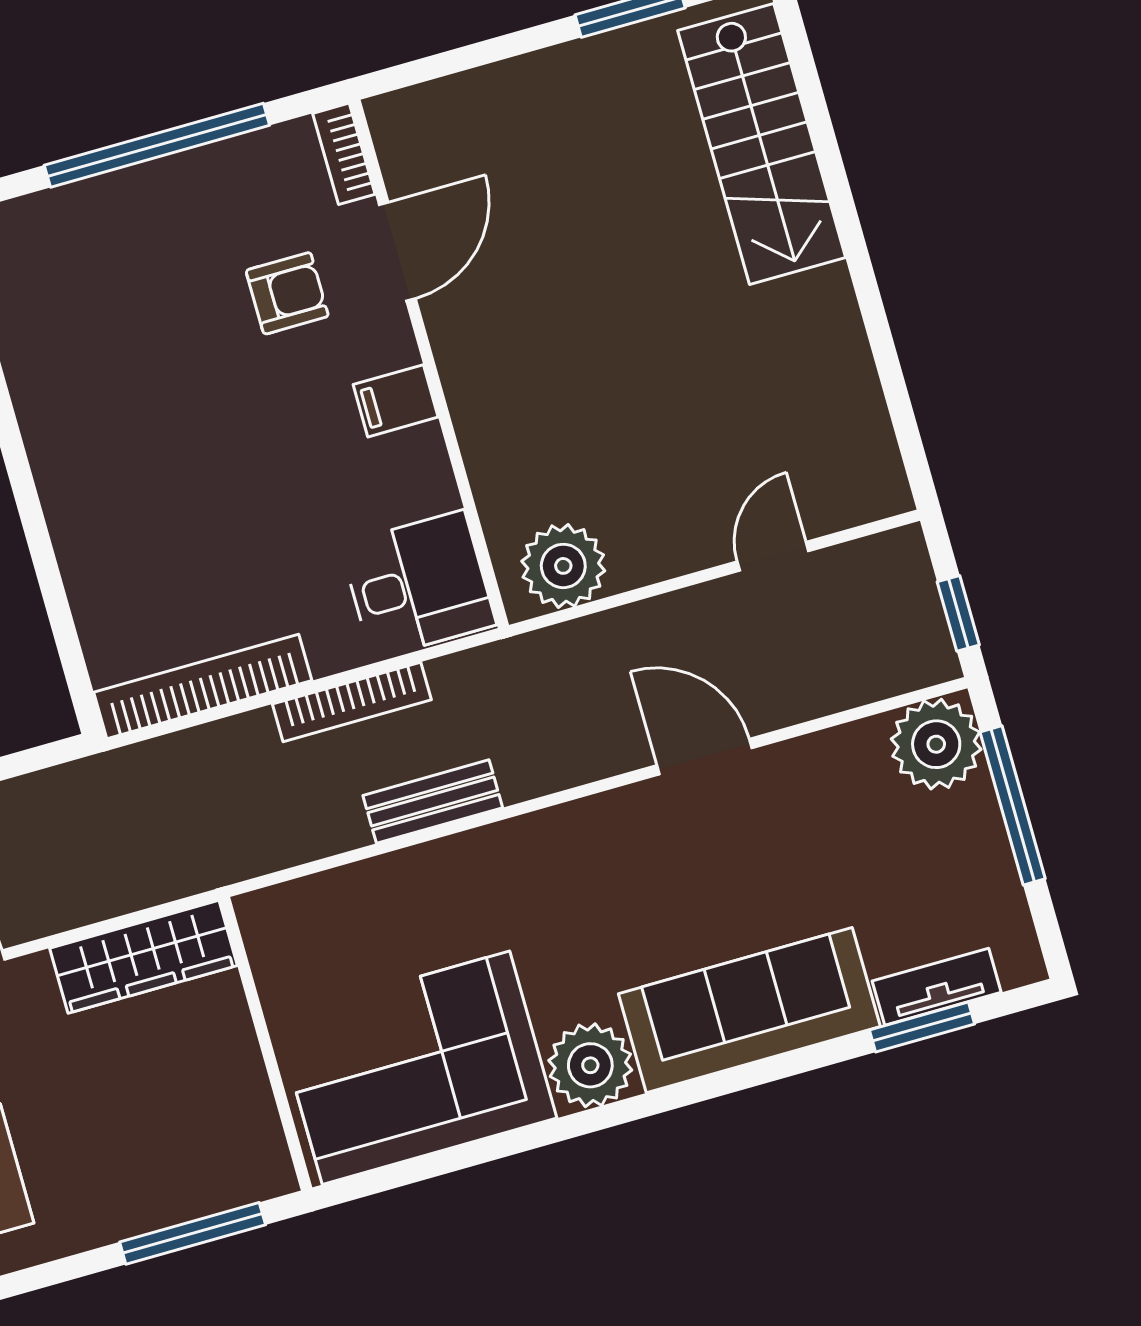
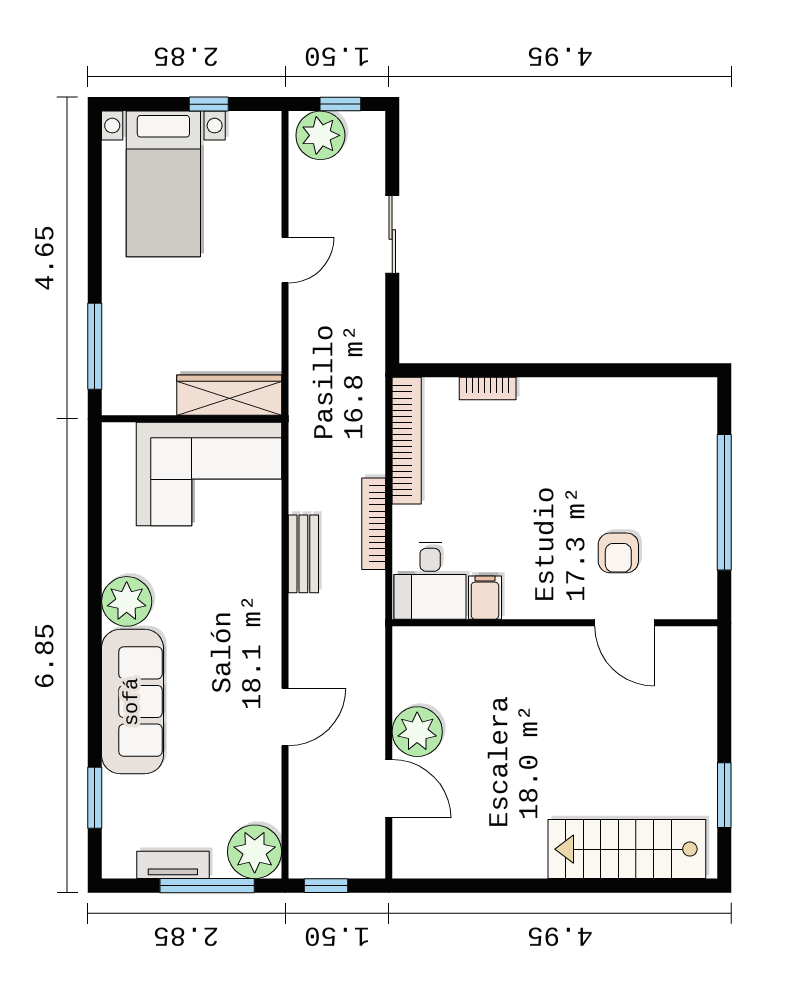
bookcase: (344, 154) -> (488, 389), moved, turned 180
filing cabinet: (396, 401) -> (485, 598), moved
door: (773, 556) -> (389, 789), width x1.38
plant: (563, 566) -> (417, 732), moved
wardrobe: (143, 957) -> (229, 395), moved, turned 90
tv unit: (937, 987) -> (173, 865), moved, turned -90
corner sofa: (416, 1068) -> (209, 474), moved, turned 90

